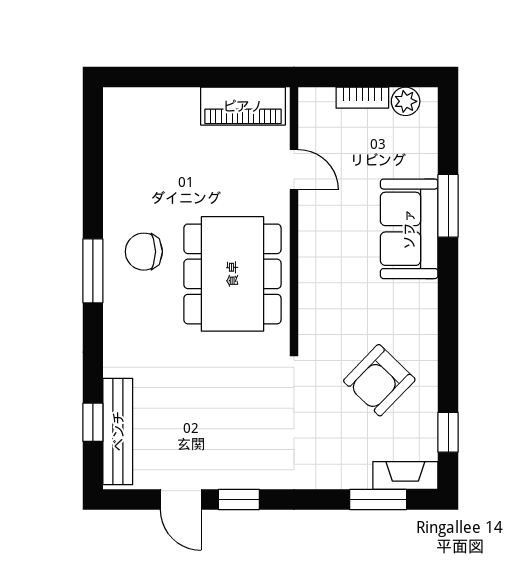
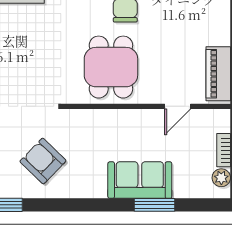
dining table: (232, 274) -> (111, 67), width x0.73

